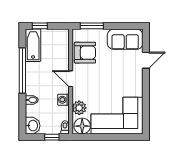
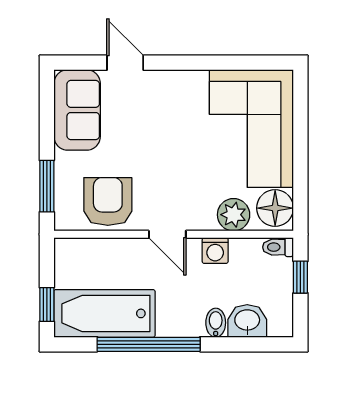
bathtub: (33, 45) -> (104, 313), width x1.36, depth x1.36
door: (71, 79) -> (167, 234), hinge flipped
washbasin: (33, 126) -> (247, 321), moved

